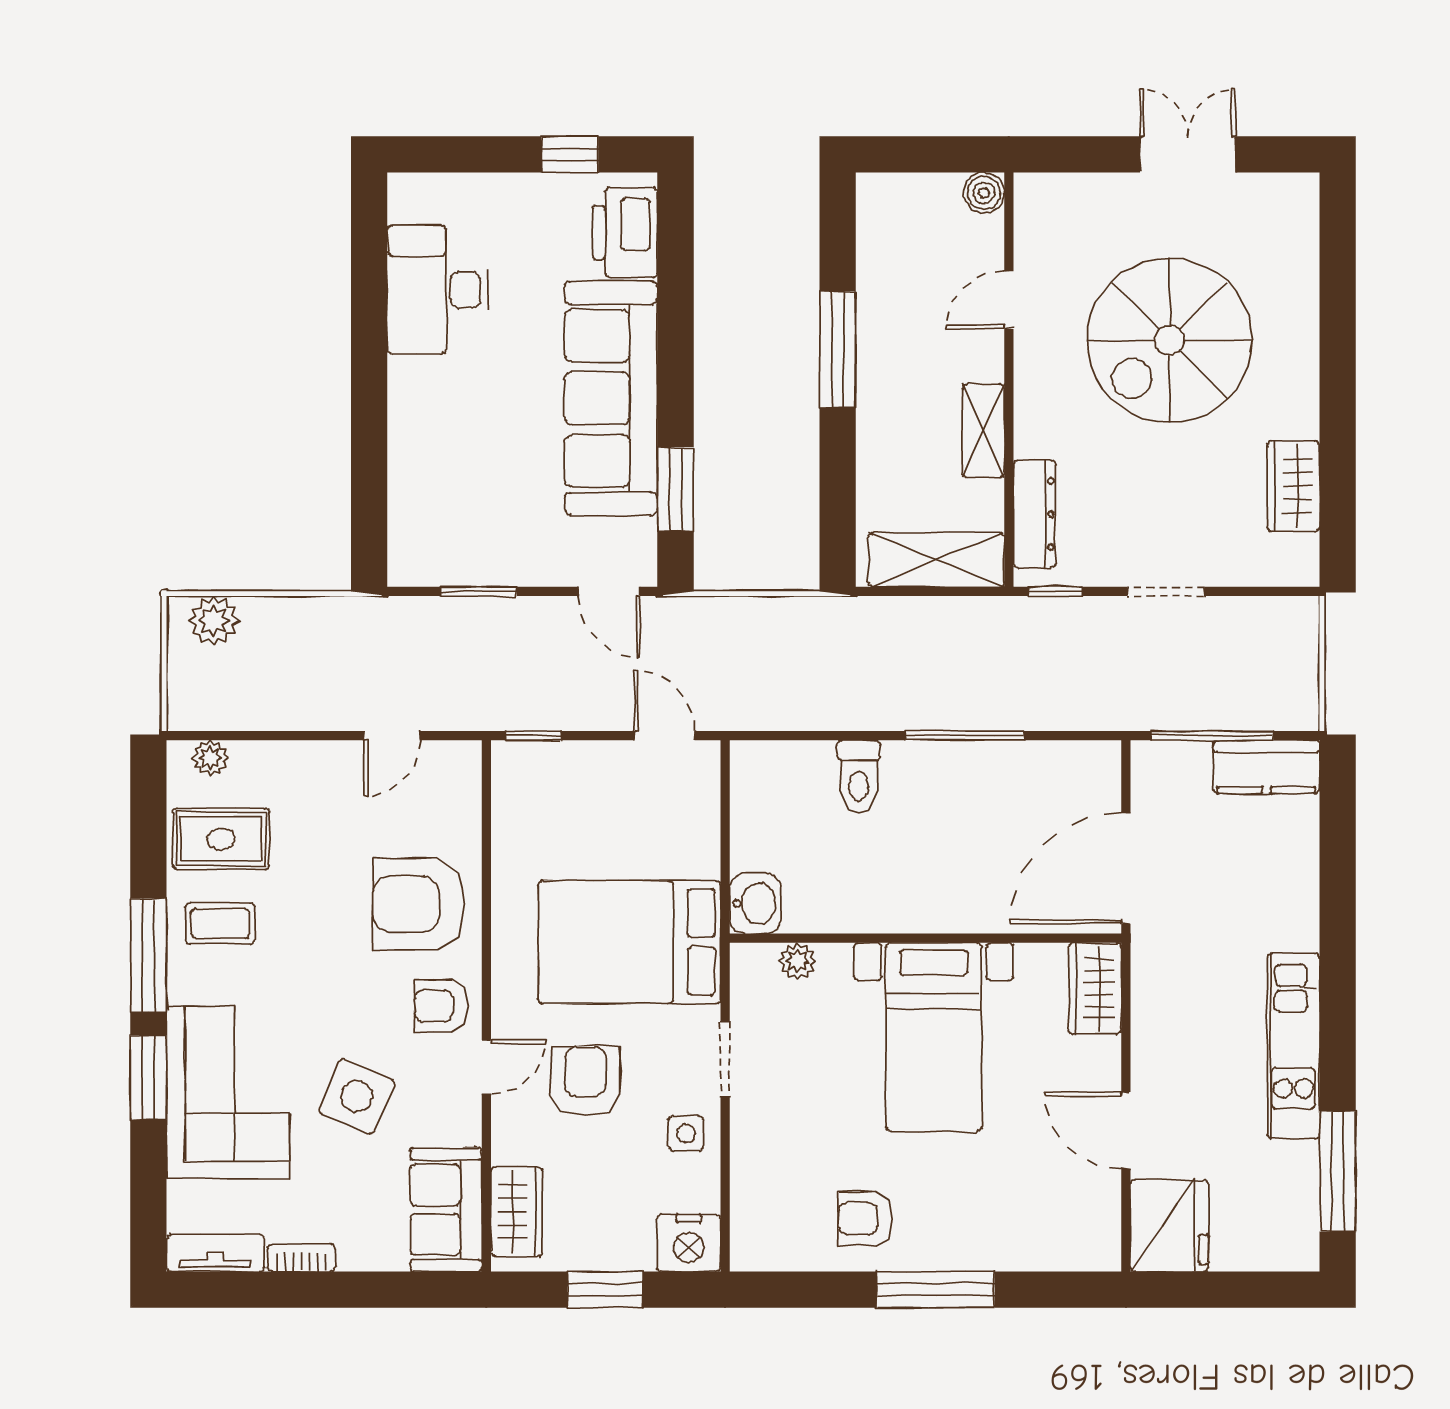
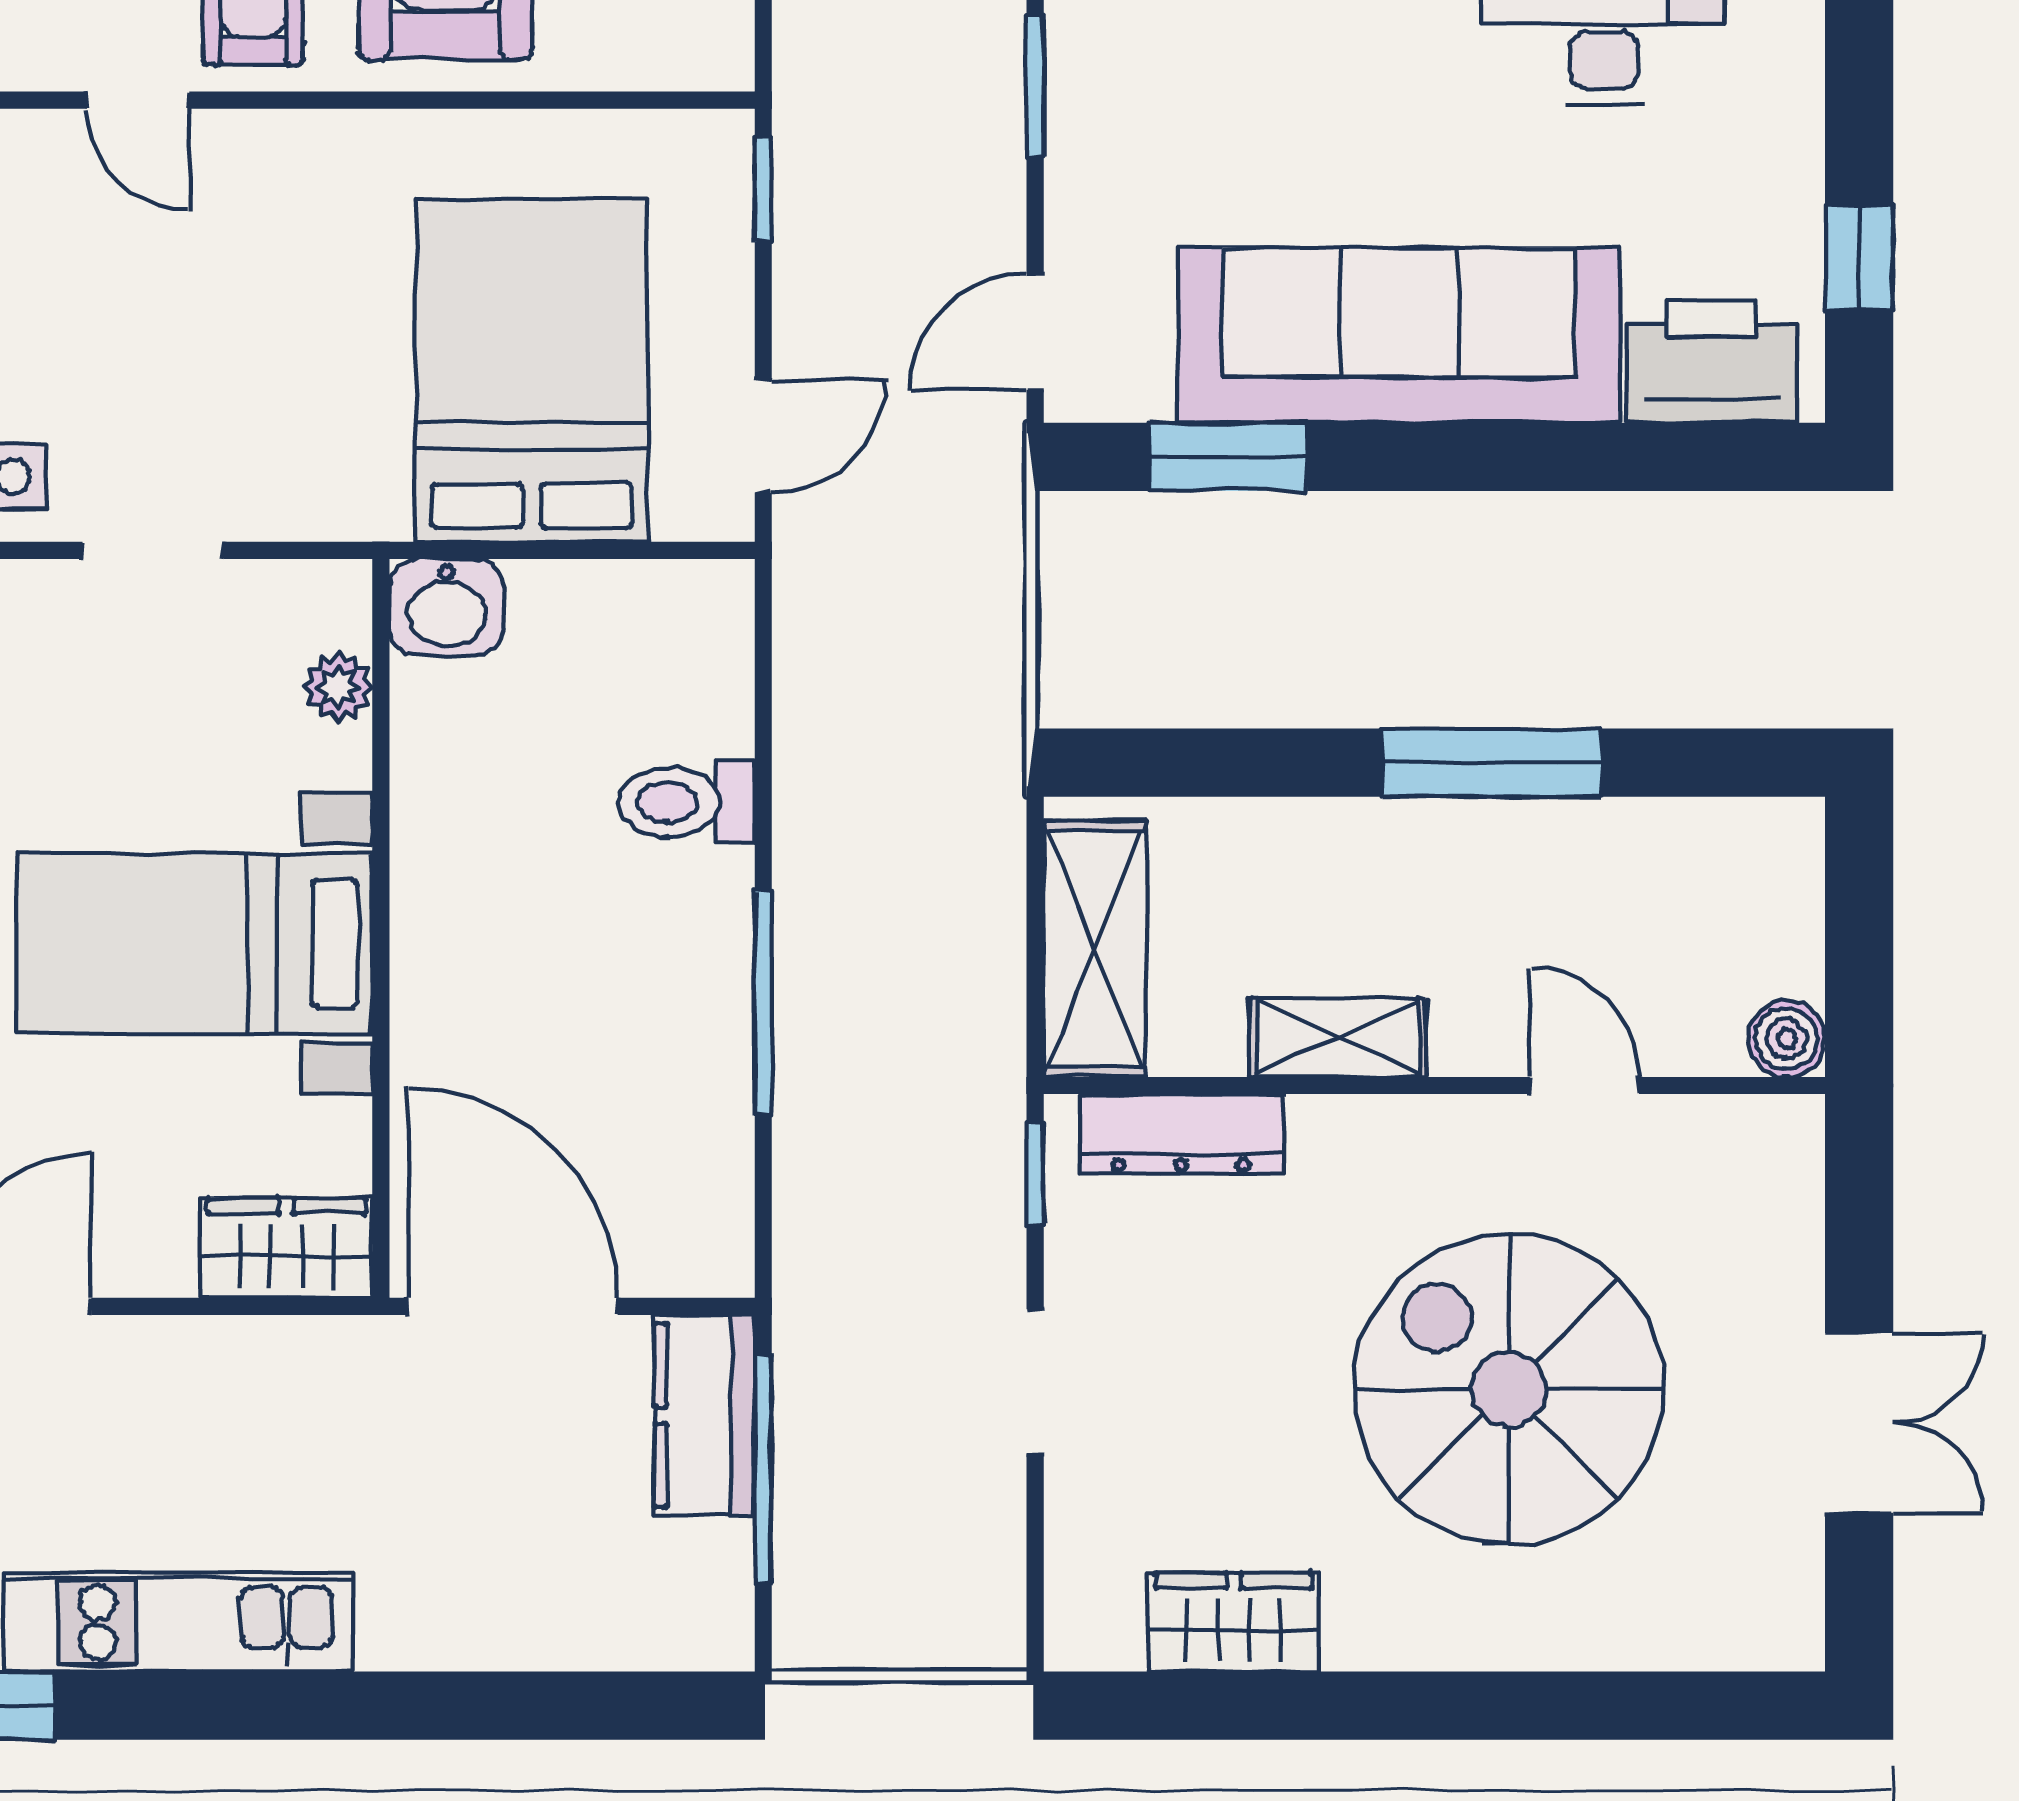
kitchen counter: (1266, 767) -> (705, 1415), moved
bed: (629, 942) -> (532, 370), moved
armchair: (585, 1081) -> (112, 287), removed

